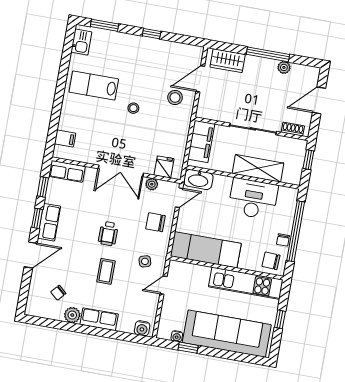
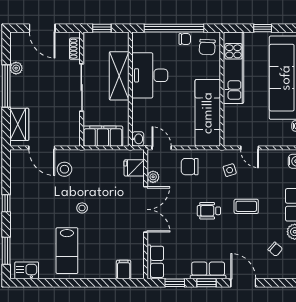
washbasin: (198, 180) -> (138, 139), width x0.52, depth x0.69
chair: (155, 222) -> (190, 167), turned 90
wheelchair: (108, 234) -> (209, 211), turned 180

